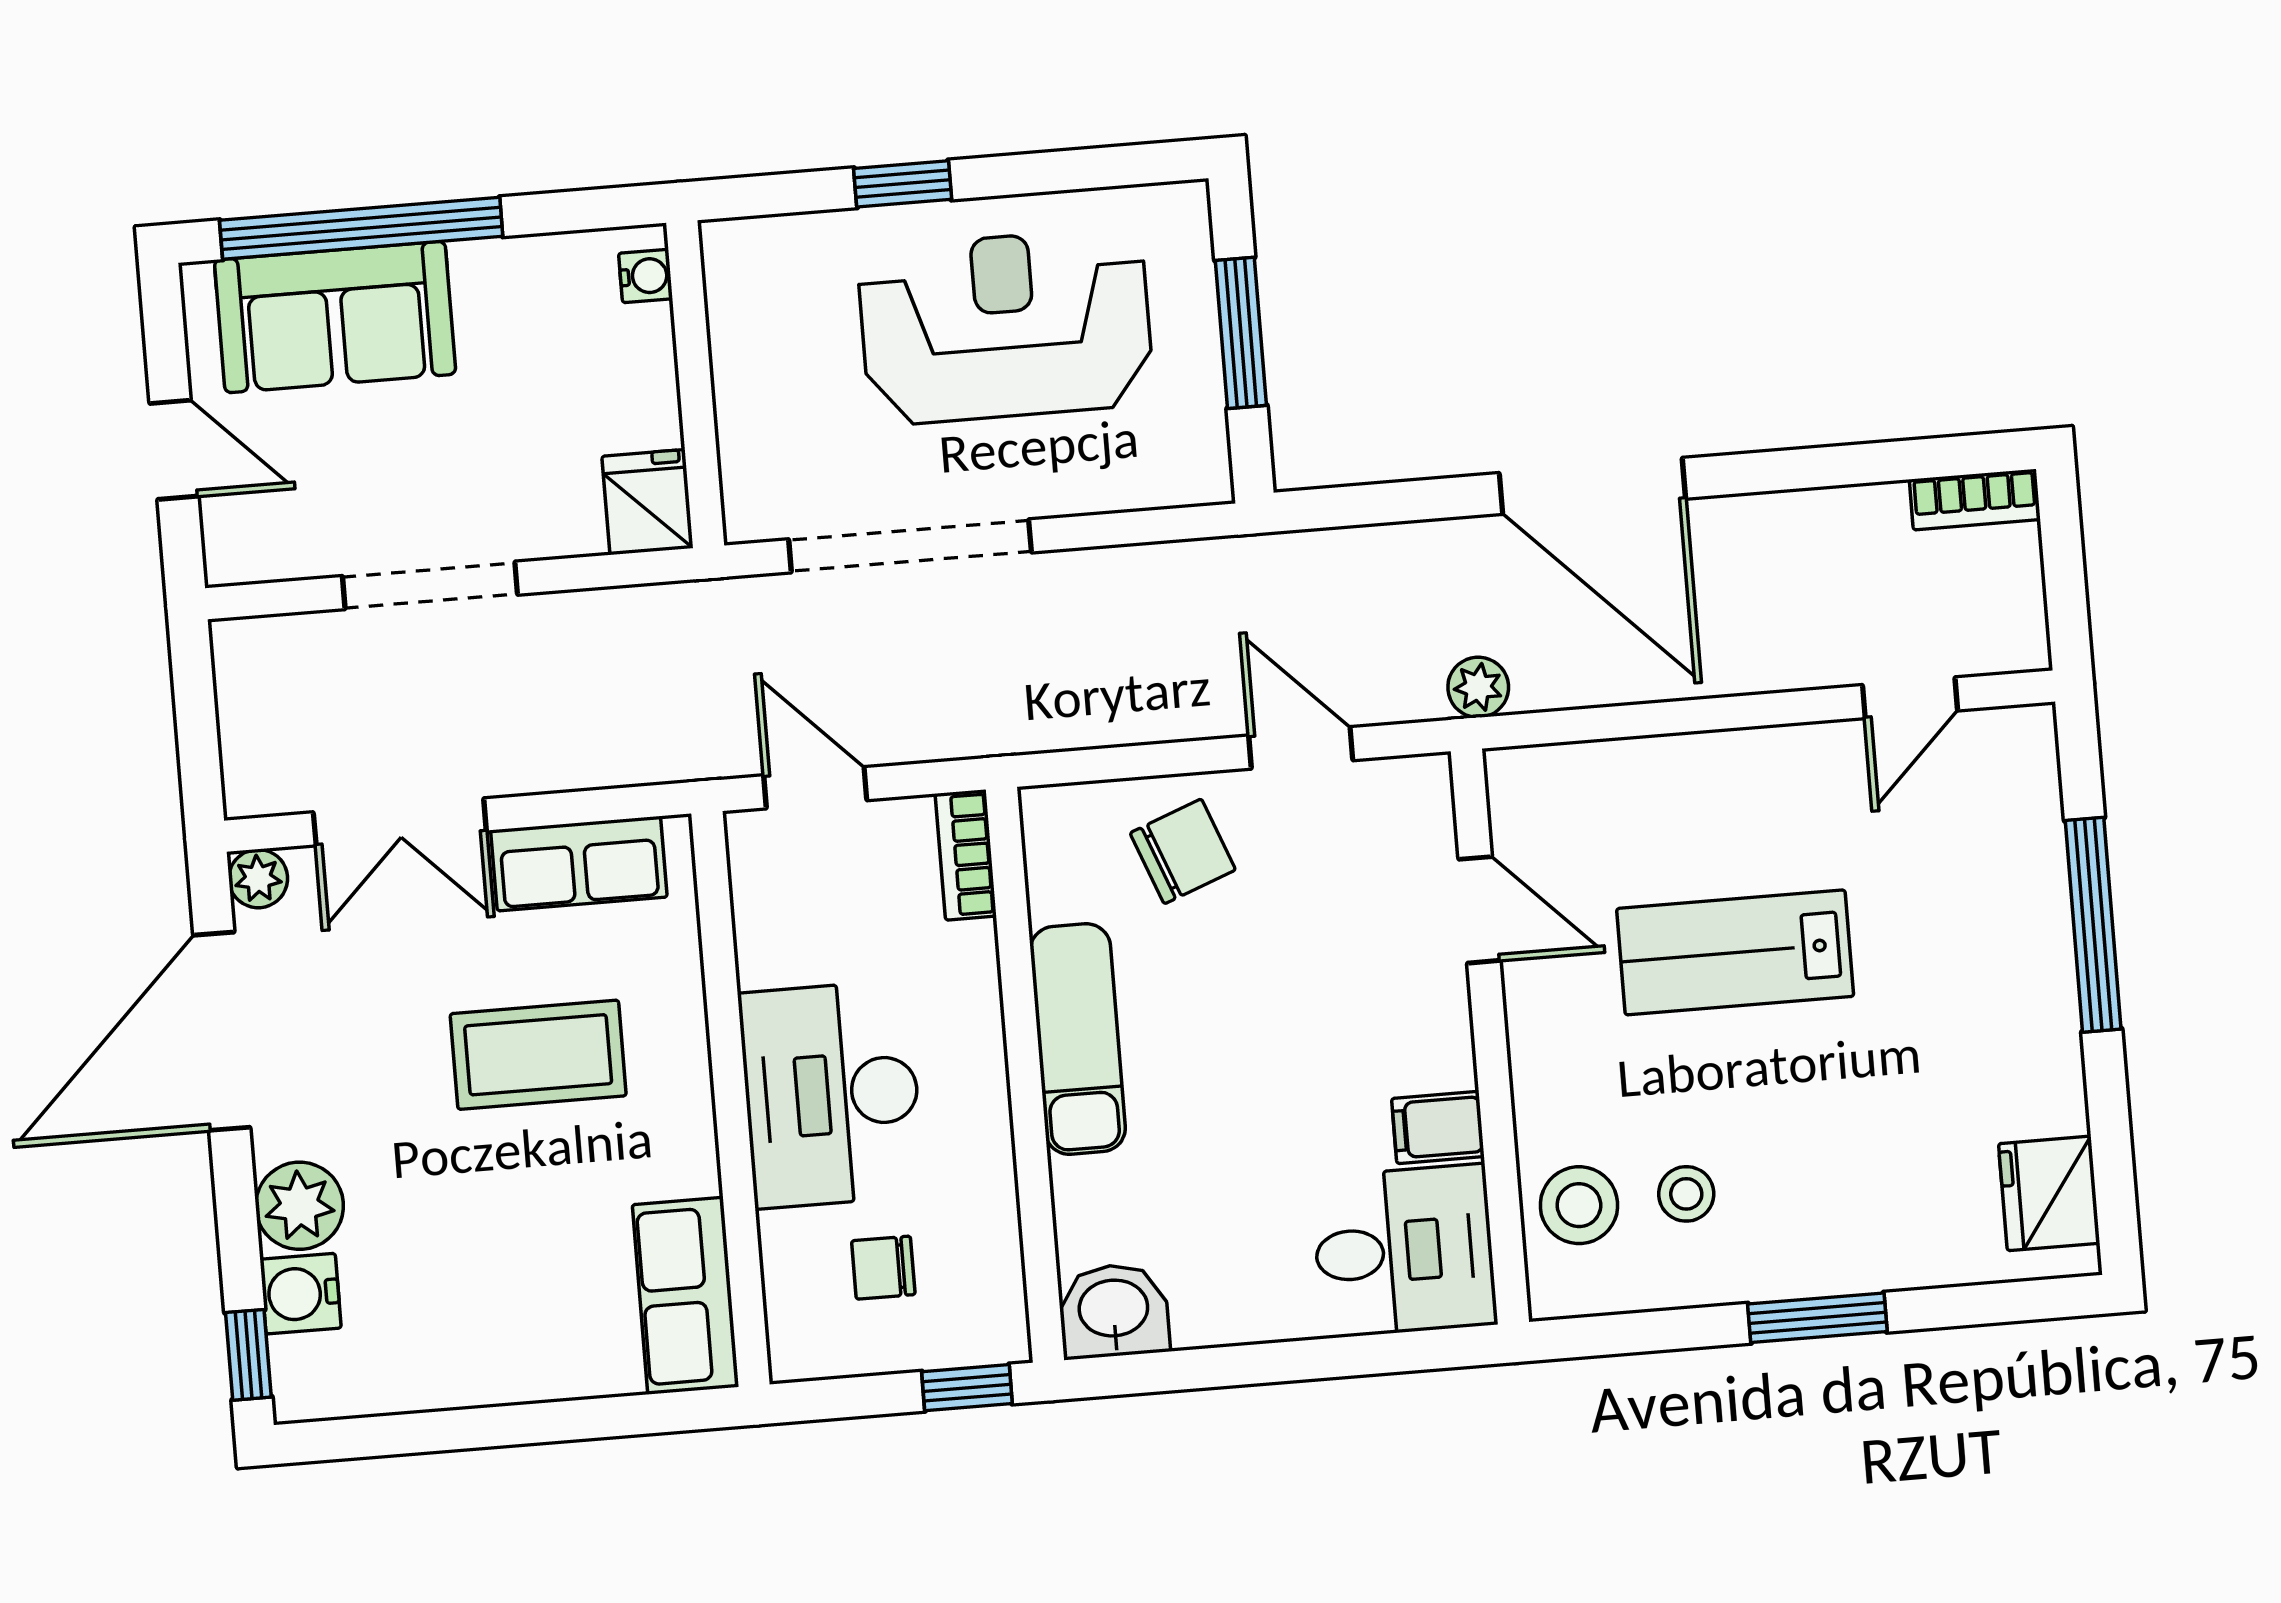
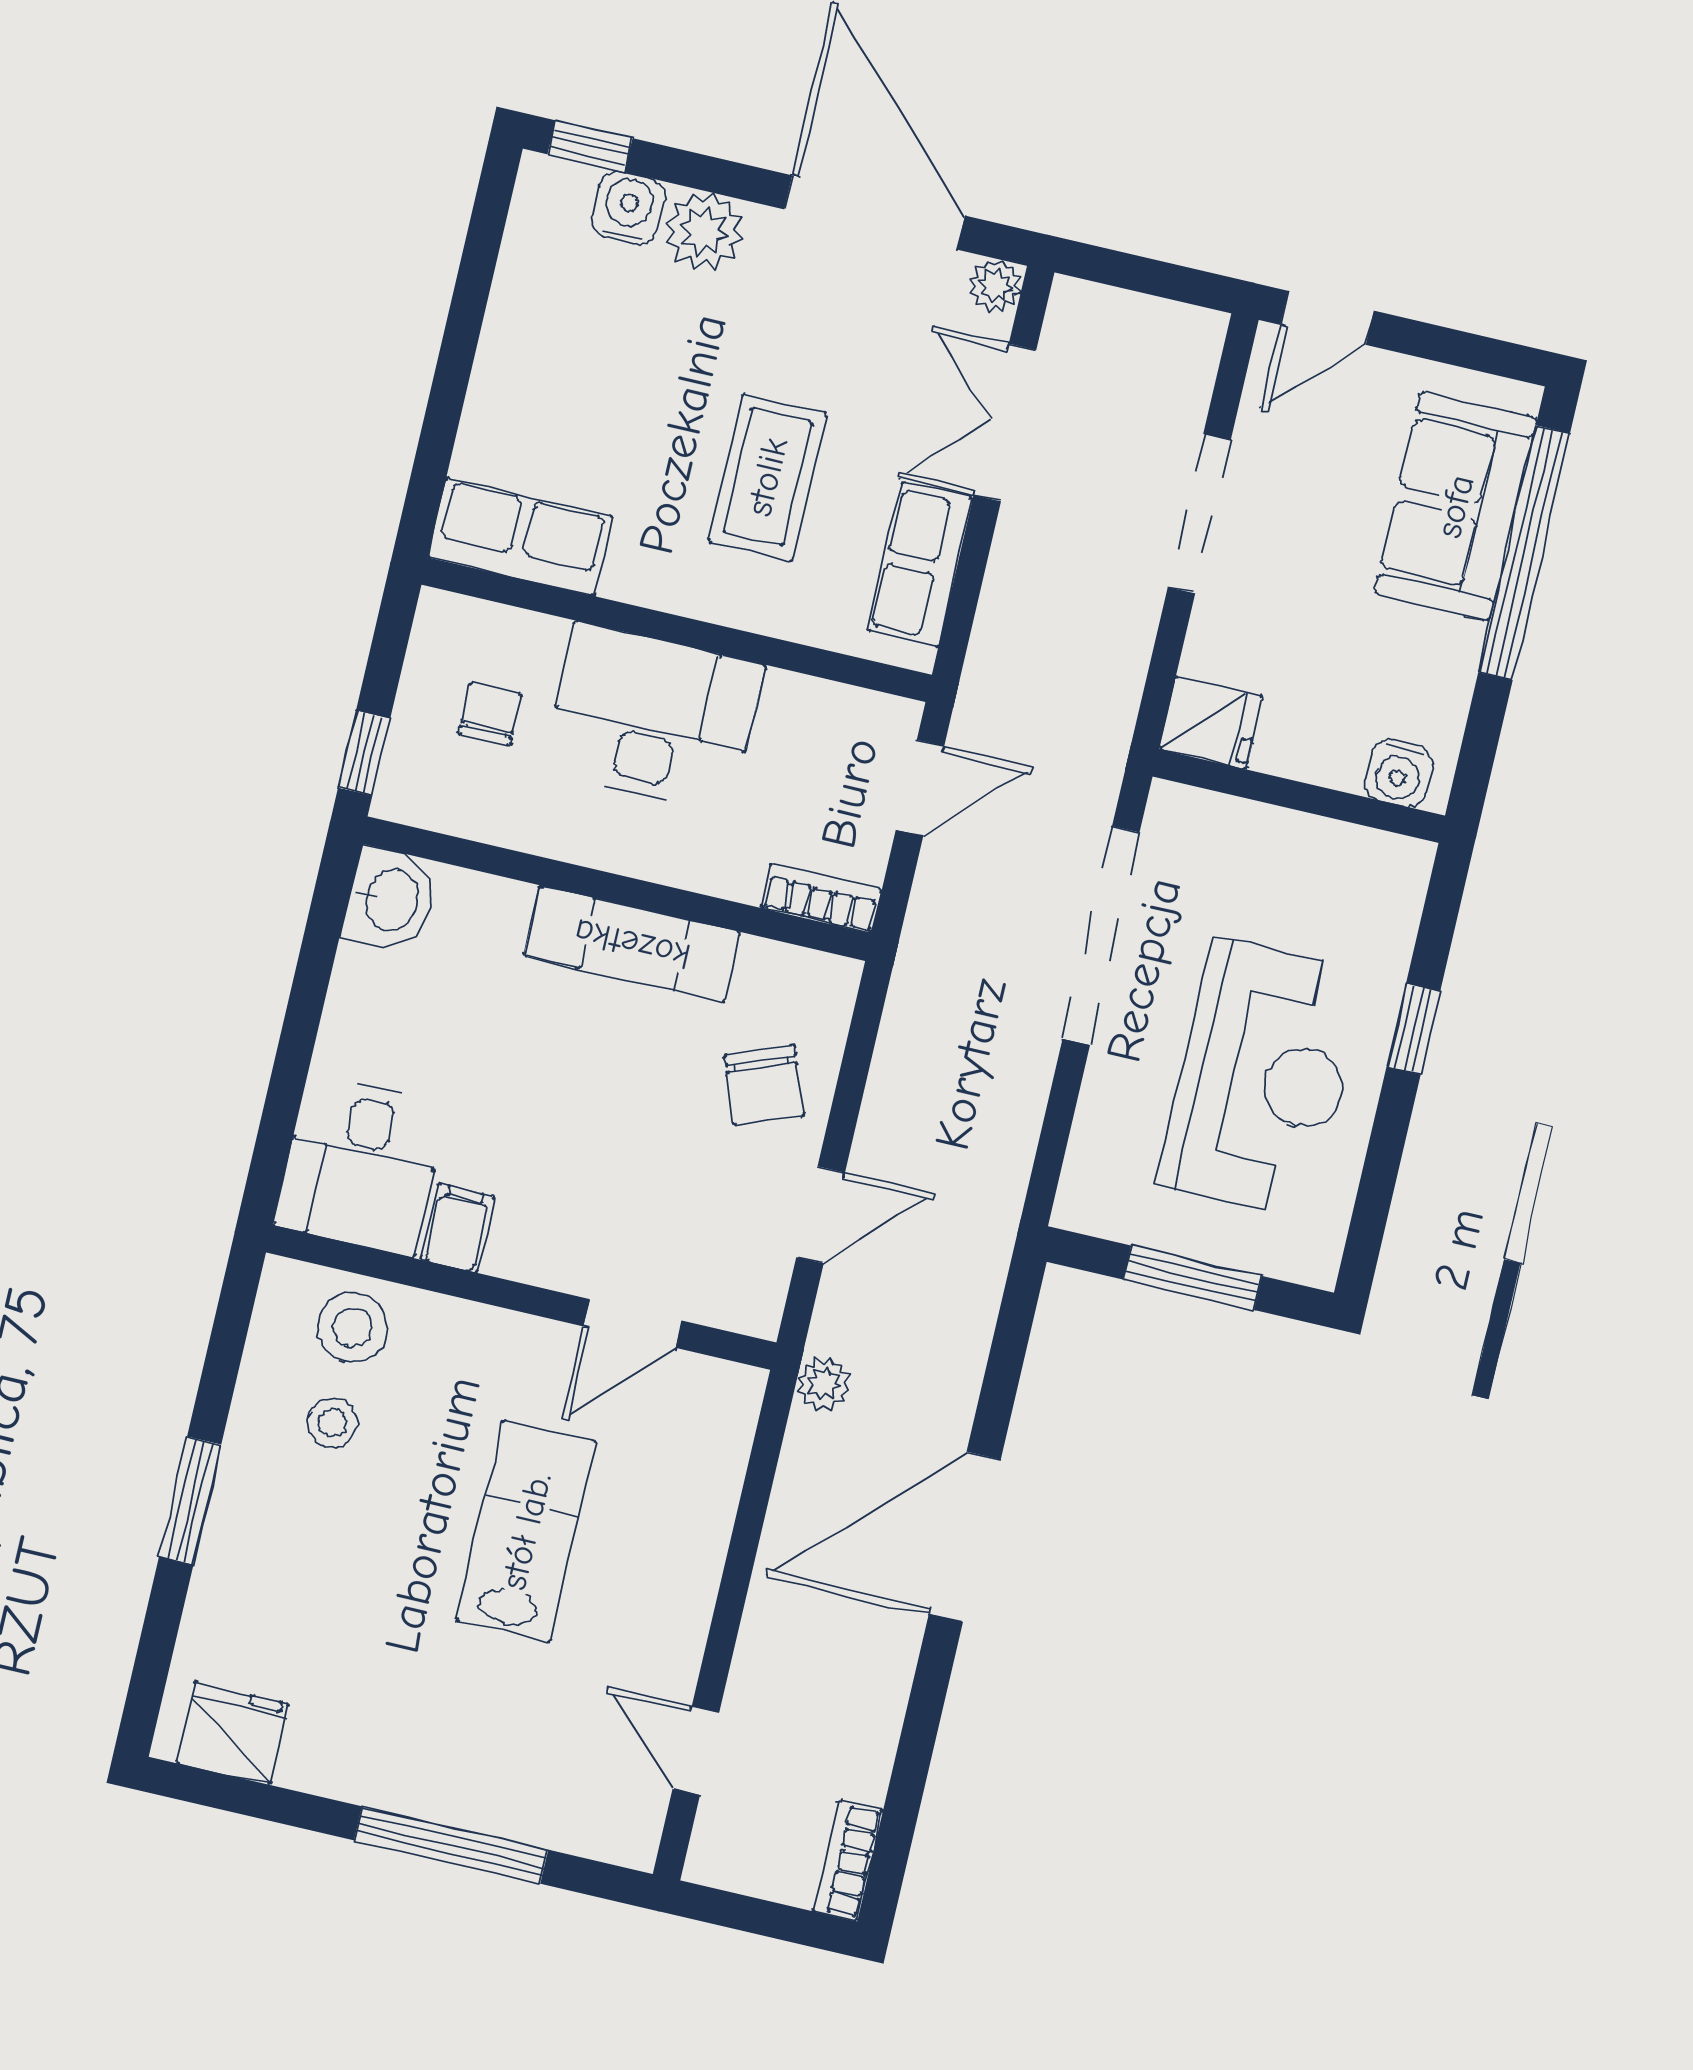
water cooler: (646, 276) -> (1399, 773), width x1.38, depth x1.38
door: (174, 450) -> (1327, 318), moved

